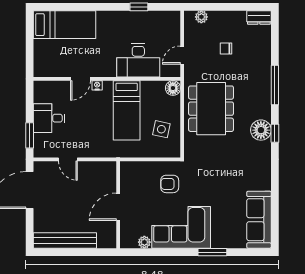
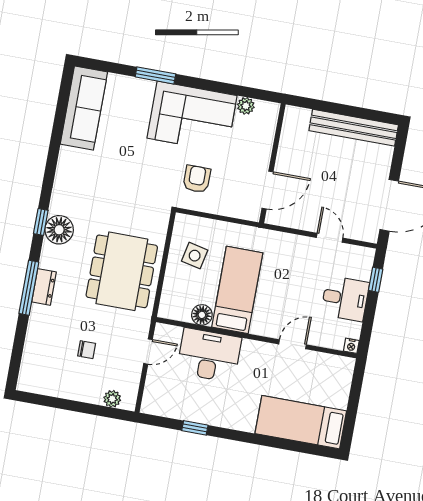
dresser: (259, 18) -> (44, 287), moved, turned 90
nightstand: (97, 85) -> (351, 346), moved
floor lamp: (173, 88) -> (202, 315), moved
window: (30, 135) -> (376, 280), width x0.67
armchair: (170, 184) -> (197, 179), turned -90
door: (118, 207) -> (268, 190), moved

